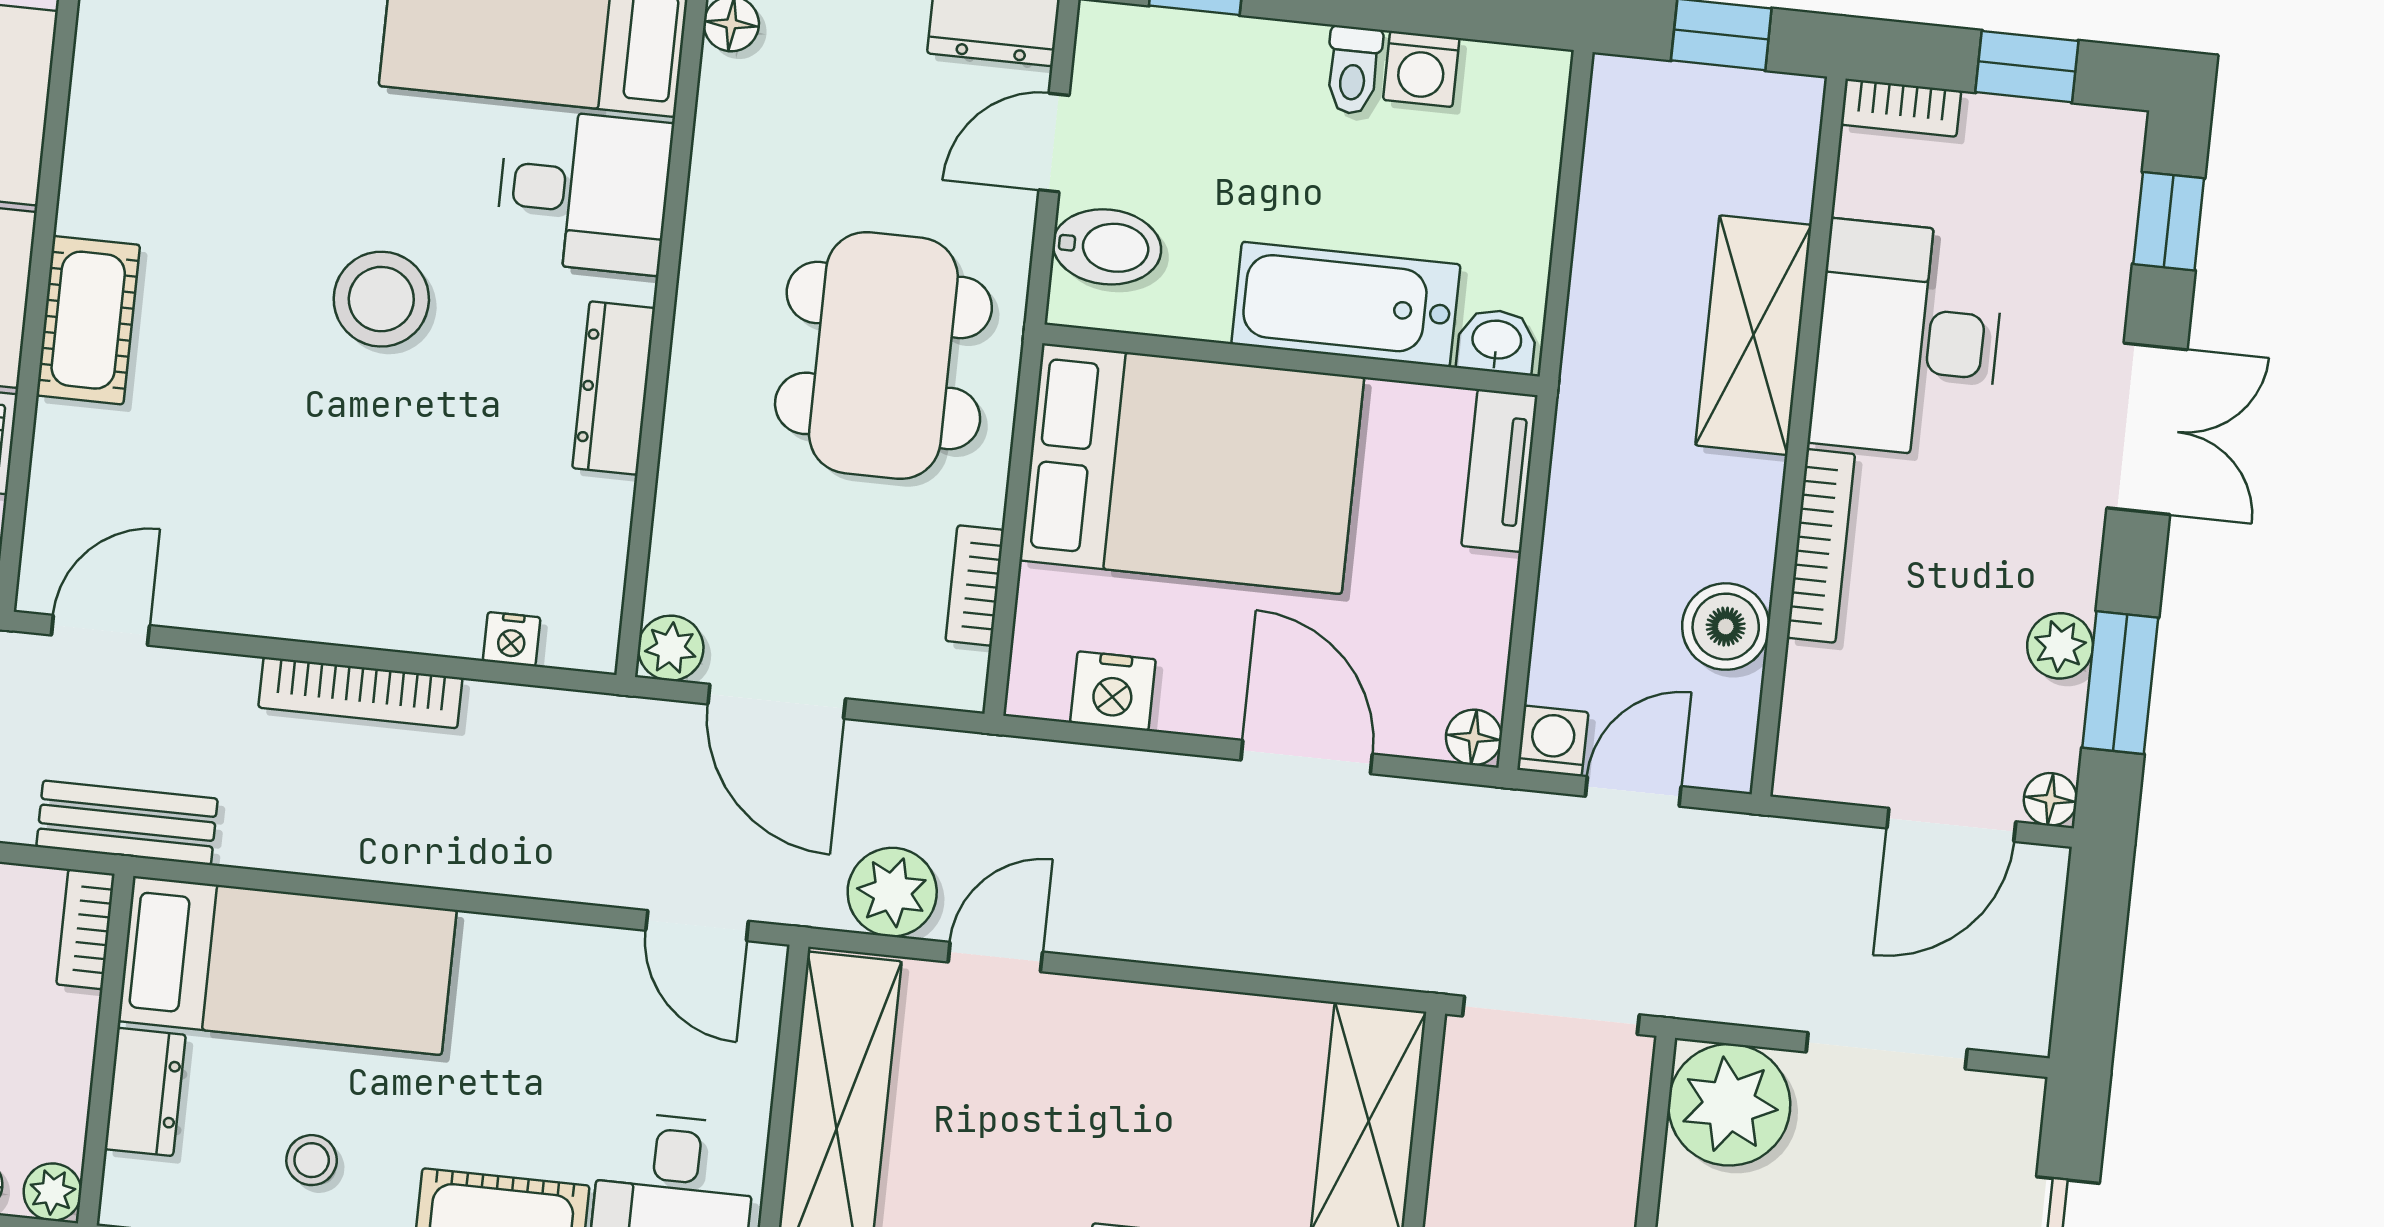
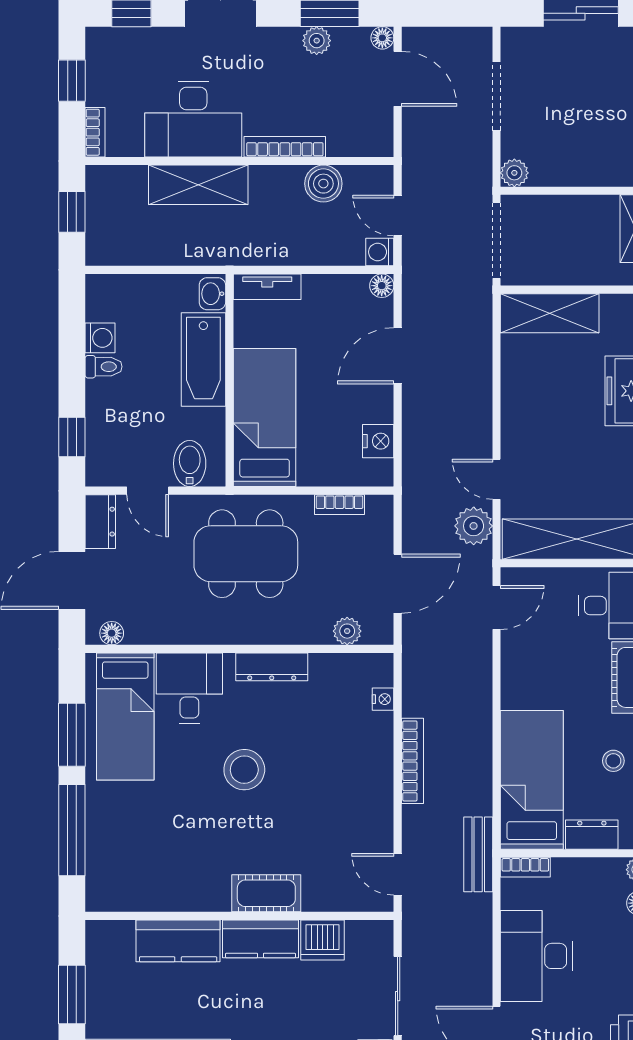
bed: (1192, 469) -> (265, 418), width x0.67
plant: (671, 648) -> (347, 631), moved
plant: (1729, 1105) -> (514, 173), width x0.53, depth x0.53

